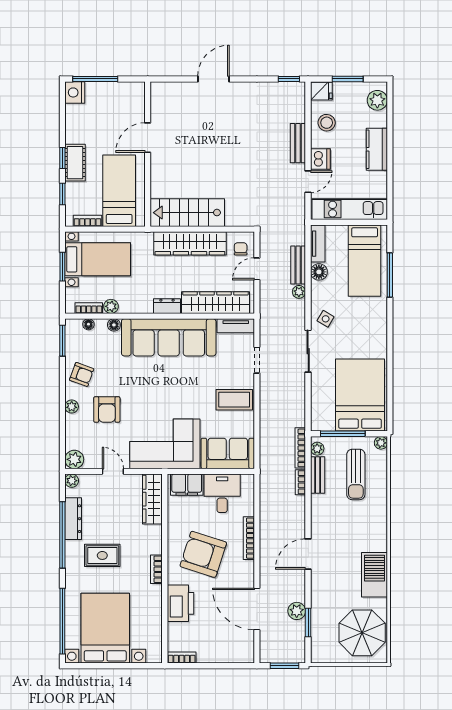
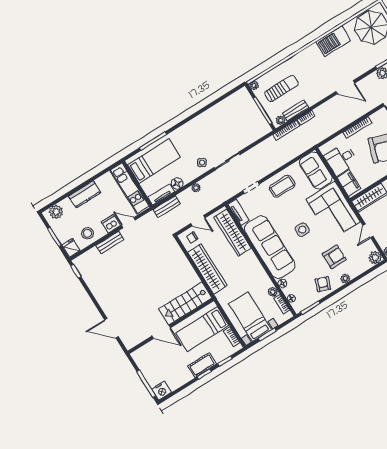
door: (213, 79) -> (111, 328), moved
stairs: (187, 213) -> (185, 303), moved, turned 90
bench: (298, 265) -> (167, 207), moved
dresser: (167, 306) -> (252, 259), removed
side table: (165, 391) -> (302, 230), added
bed: (360, 395) -> (234, 115), removed
coffee table: (234, 400) -> (282, 186), turned 90

